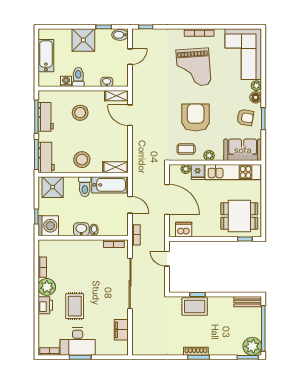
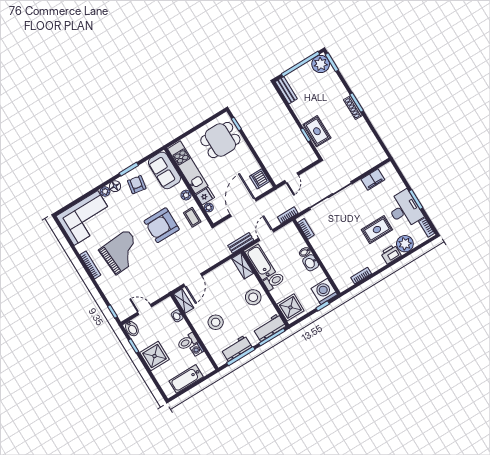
bench: (137, 178) -> (241, 243), added
dining table: (239, 216) -> (220, 140), turned 90
plant: (47, 287) -> (405, 244), moved

